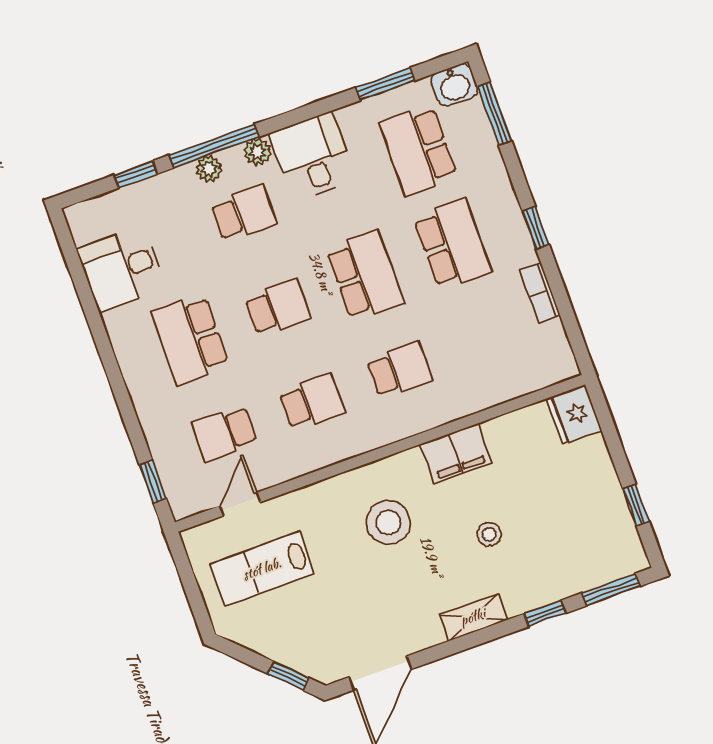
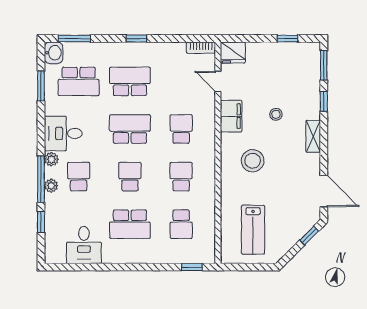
bookcase: (540, 293) -> (201, 48), moved
door: (240, 504) -> (218, 81), moved

